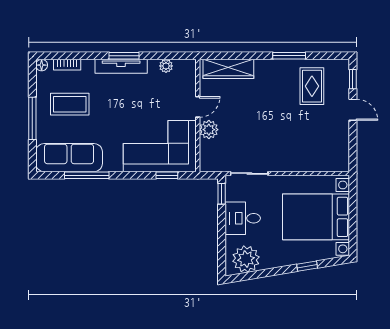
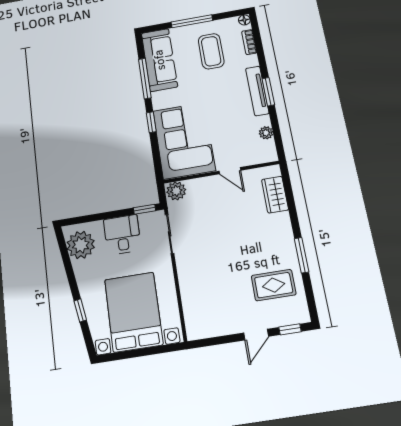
wardrobe: (228, 69) -> (275, 195), width x0.67
plant: (209, 130) -> (176, 191), moved
window: (167, 175) -> (151, 122), moved

